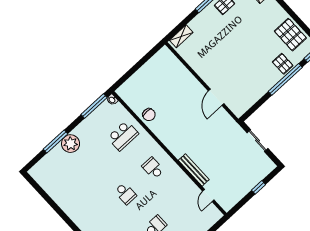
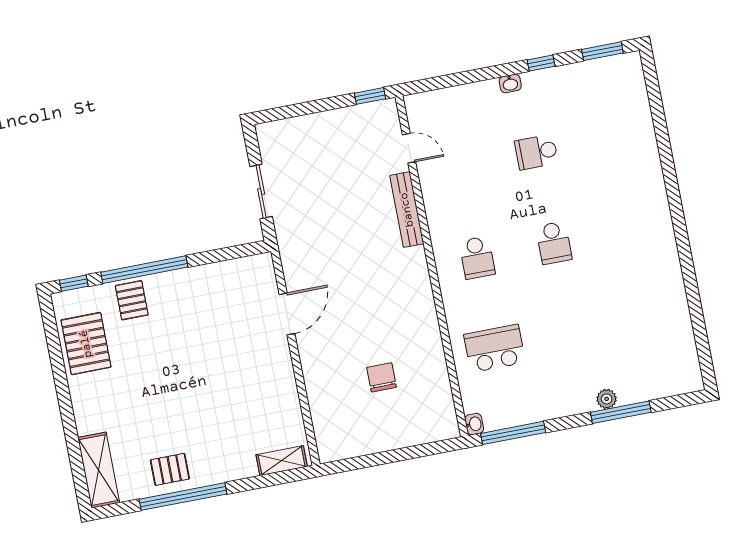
chair: (149, 115) -> (382, 377), moved
plant: (71, 144) -> (607, 399), width x0.53, depth x0.53
window: (259, 187) -> (370, 96), moved
school desk: (125, 194) -> (554, 243), turned 180
door: (208, 196) -> (409, 148), hinge flipped

